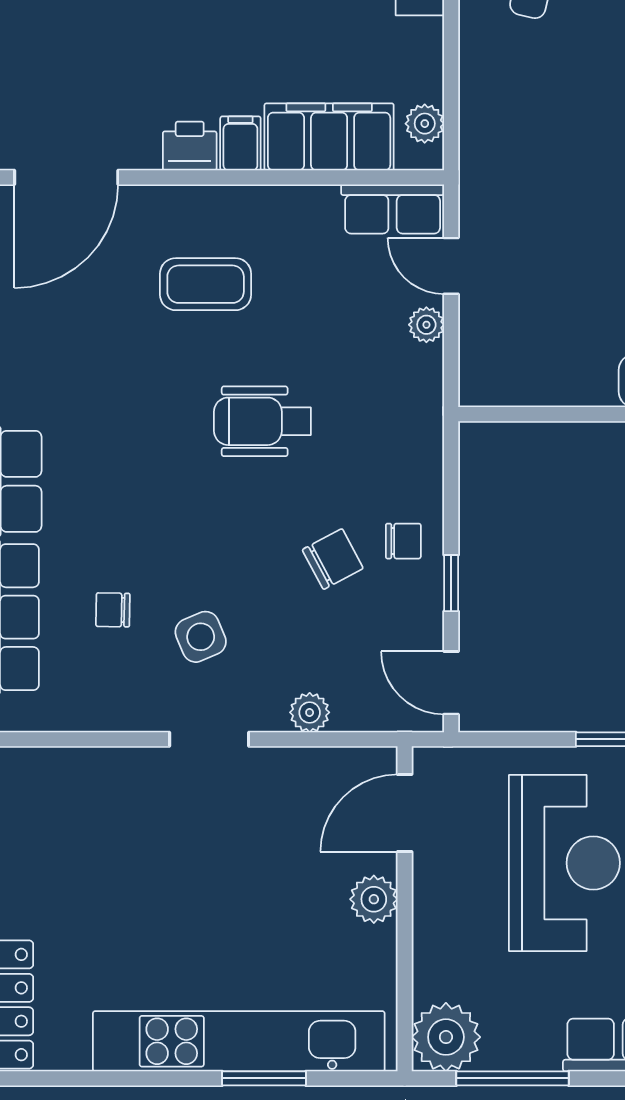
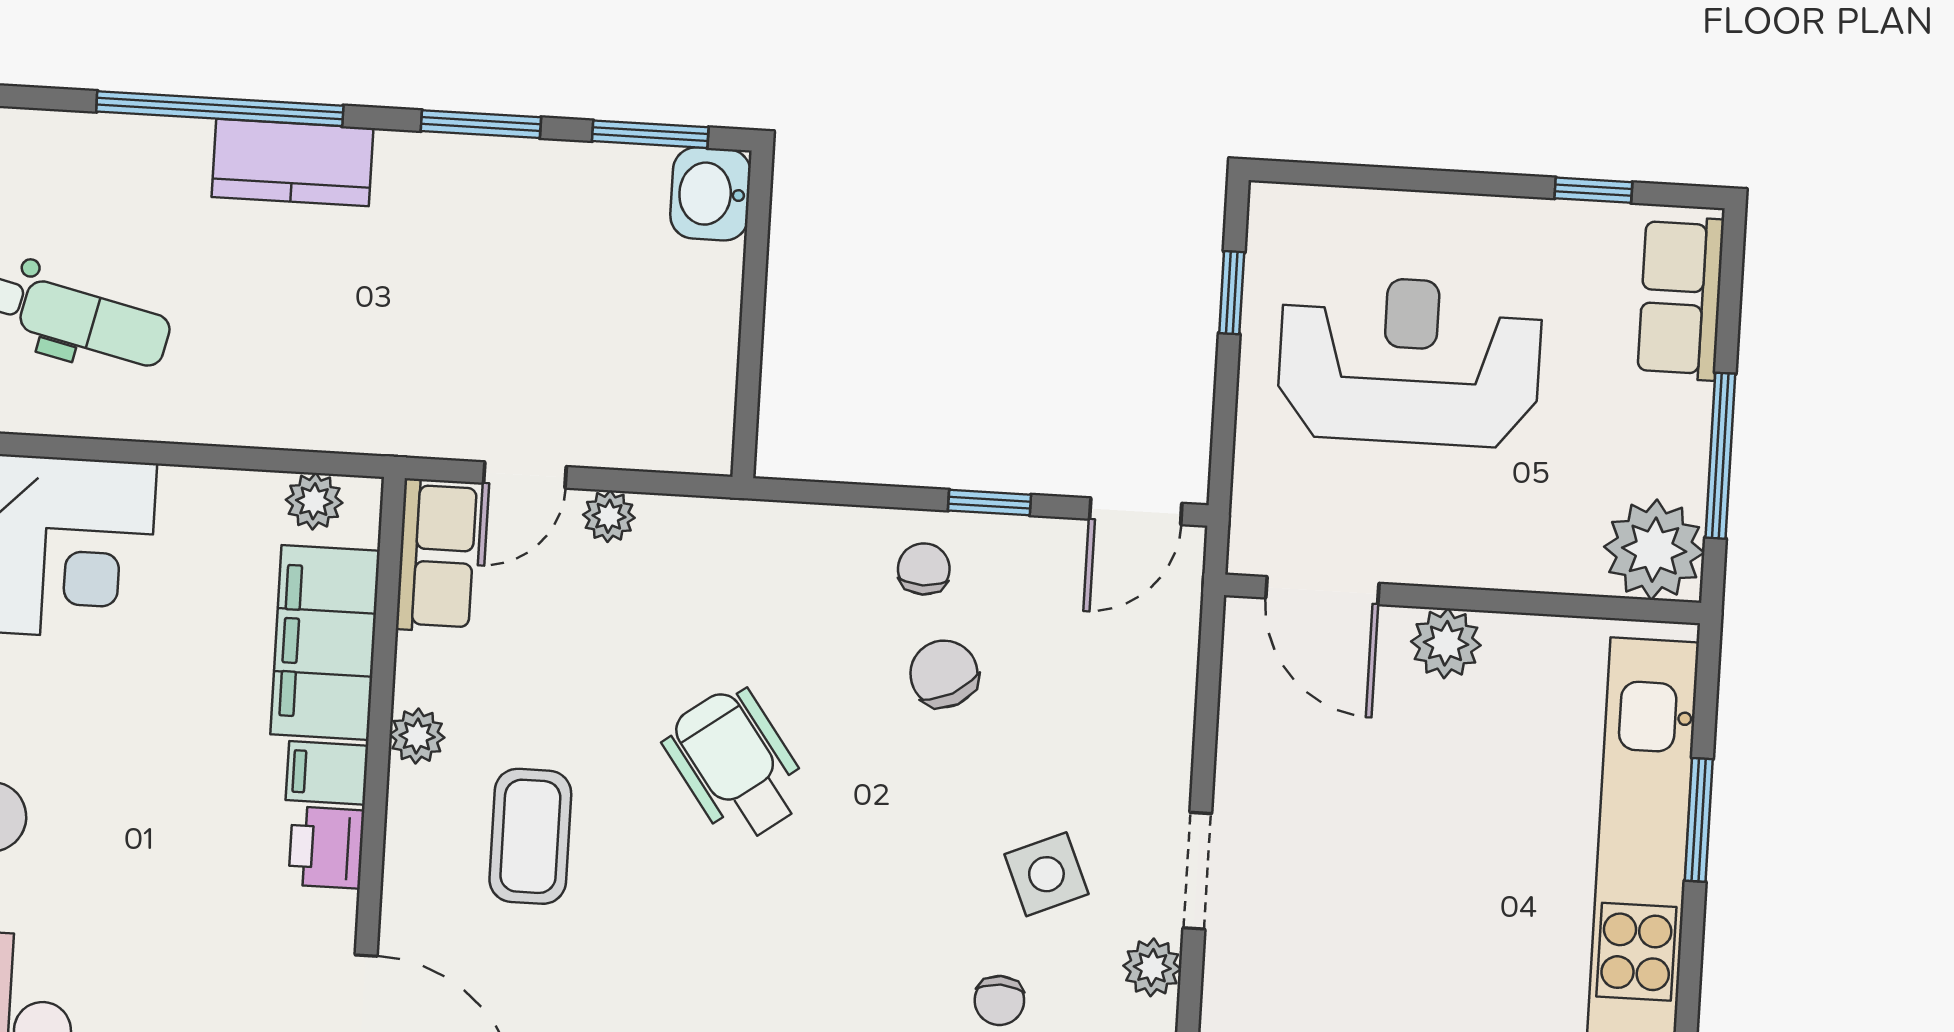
plant: (269, 203) -> (417, 736), added
wheelchair: (262, 421) -> (736, 765), turned 144
plant: (310, 712) -> (1152, 967), moved

